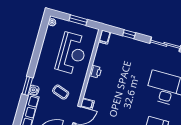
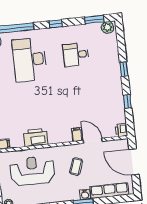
printer: (95, 72) -> (36, 137), width x1.87, depth x1.48

